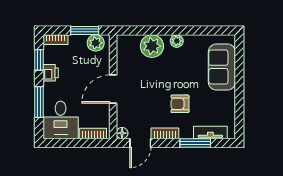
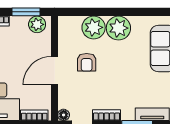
plant: (177, 41) -> (118, 28), width x1.88, depth x1.88
armchair: (180, 104) -> (87, 62), moved, turned -90

